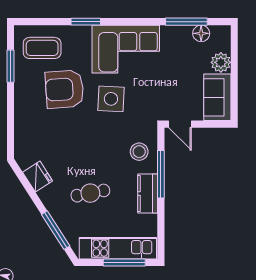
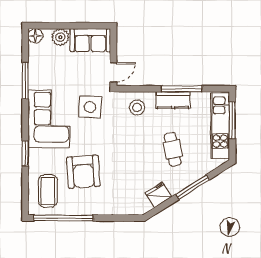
window: (186, 22) -> (25, 81), moved
floor lamp: (201, 33) -> (35, 36), moved
window: (11, 66) -> (64, 218), width x2.11
side table: (111, 99) -> (90, 107), moved
window: (161, 174) -> (182, 89), moved
window: (56, 230) -> (192, 187), moved

